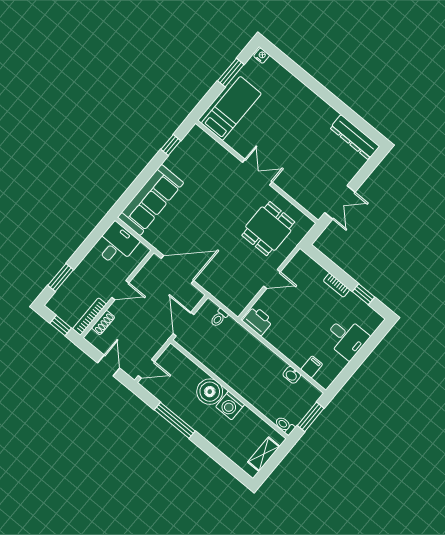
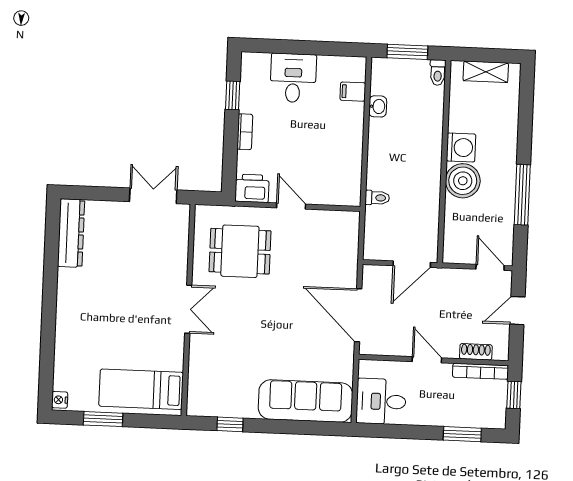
double door: (257, 172) -> (188, 309), swing flipped
toilet: (219, 318) -> (377, 198), moved
printer: (258, 321) -> (252, 188), moved, turned 90

